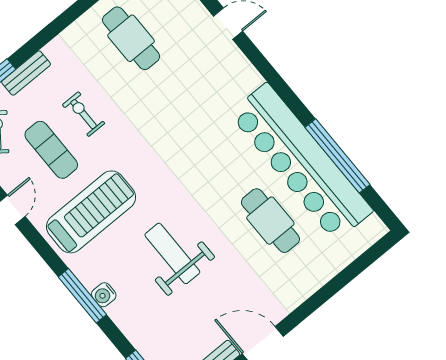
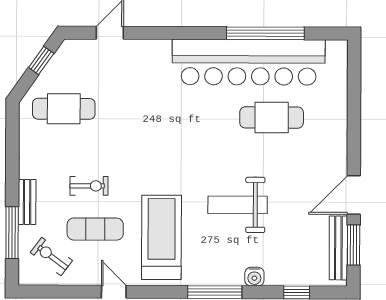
exercise bike: (84, 114) -> (89, 186), turned 180
water cooler: (104, 295) -> (254, 277), moved

